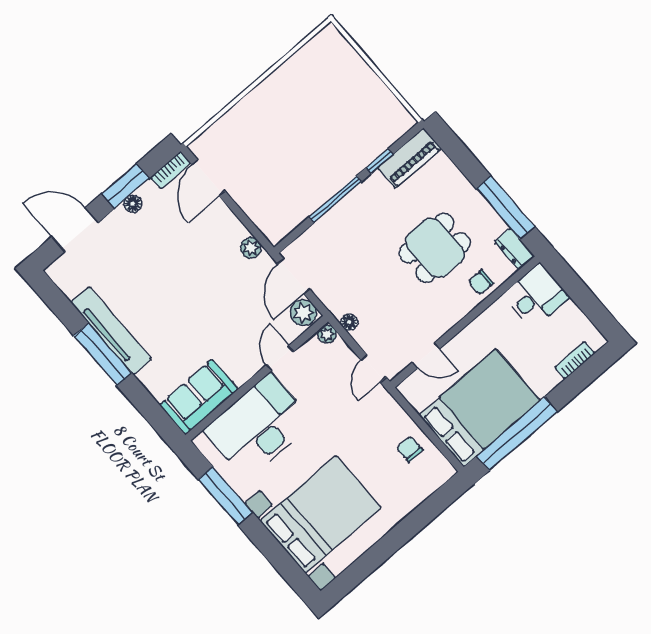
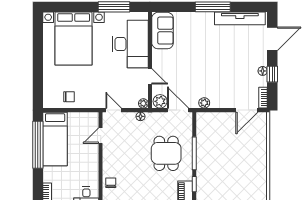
door: (208, 178) -> (247, 110), swing flipped
window: (125, 186) -> (272, 74), width x0.67
dining table: (435, 248) -> (166, 153), moved
tv unit: (111, 331) -> (240, 18), moved
bed: (480, 408) -> (55, 139), width x0.67

